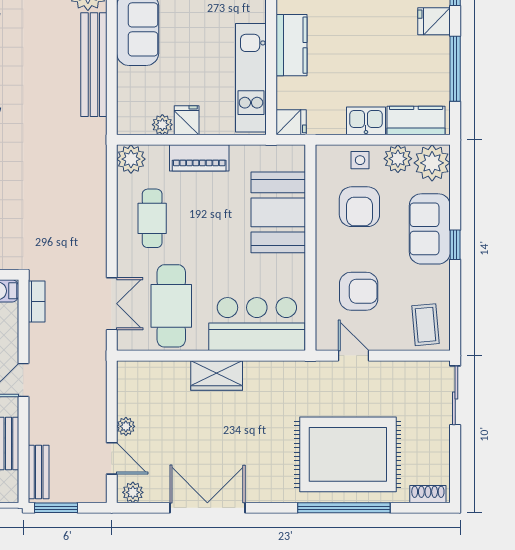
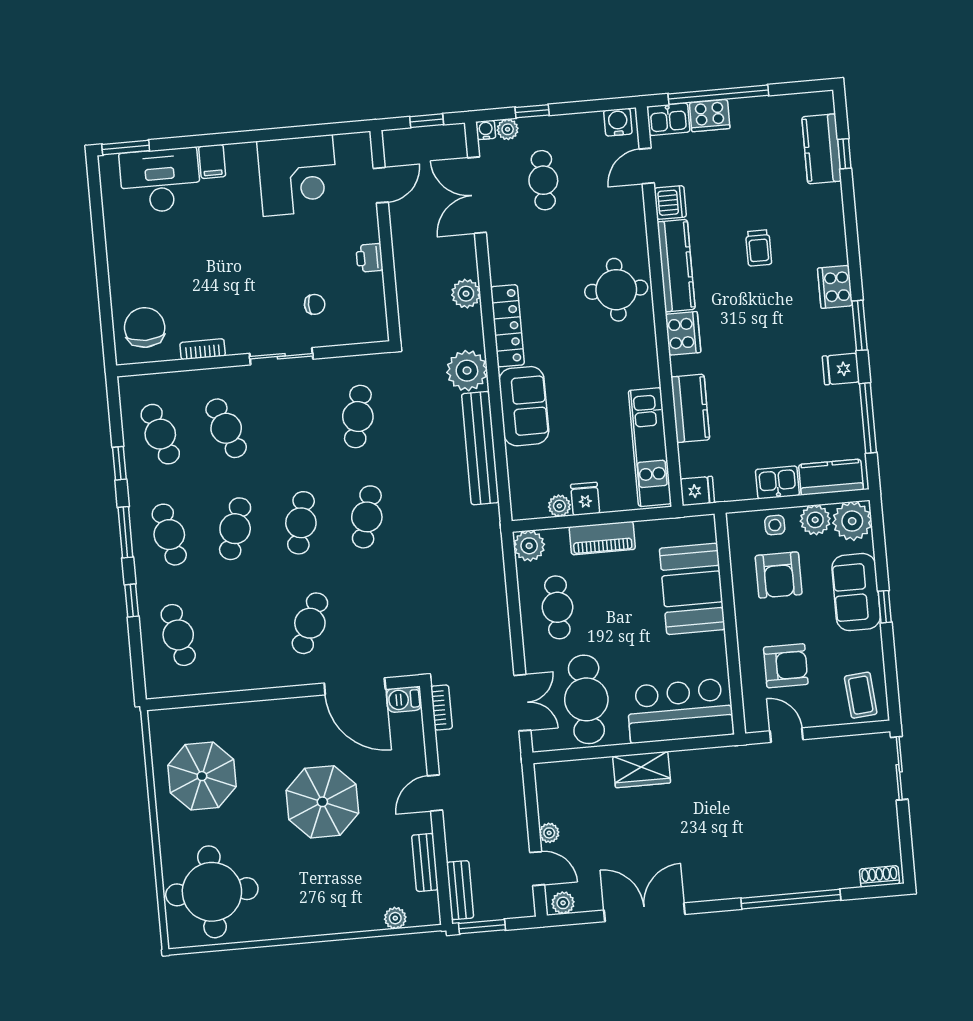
rug: (348, 454) -> (790, 842), removed

